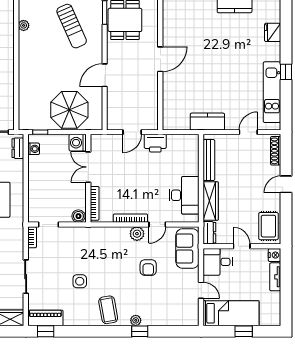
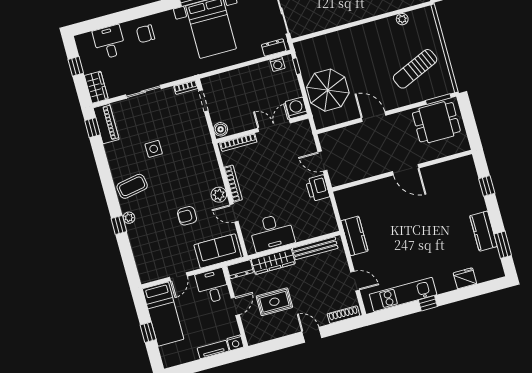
rug: (268, 226) -> (274, 302), moved

